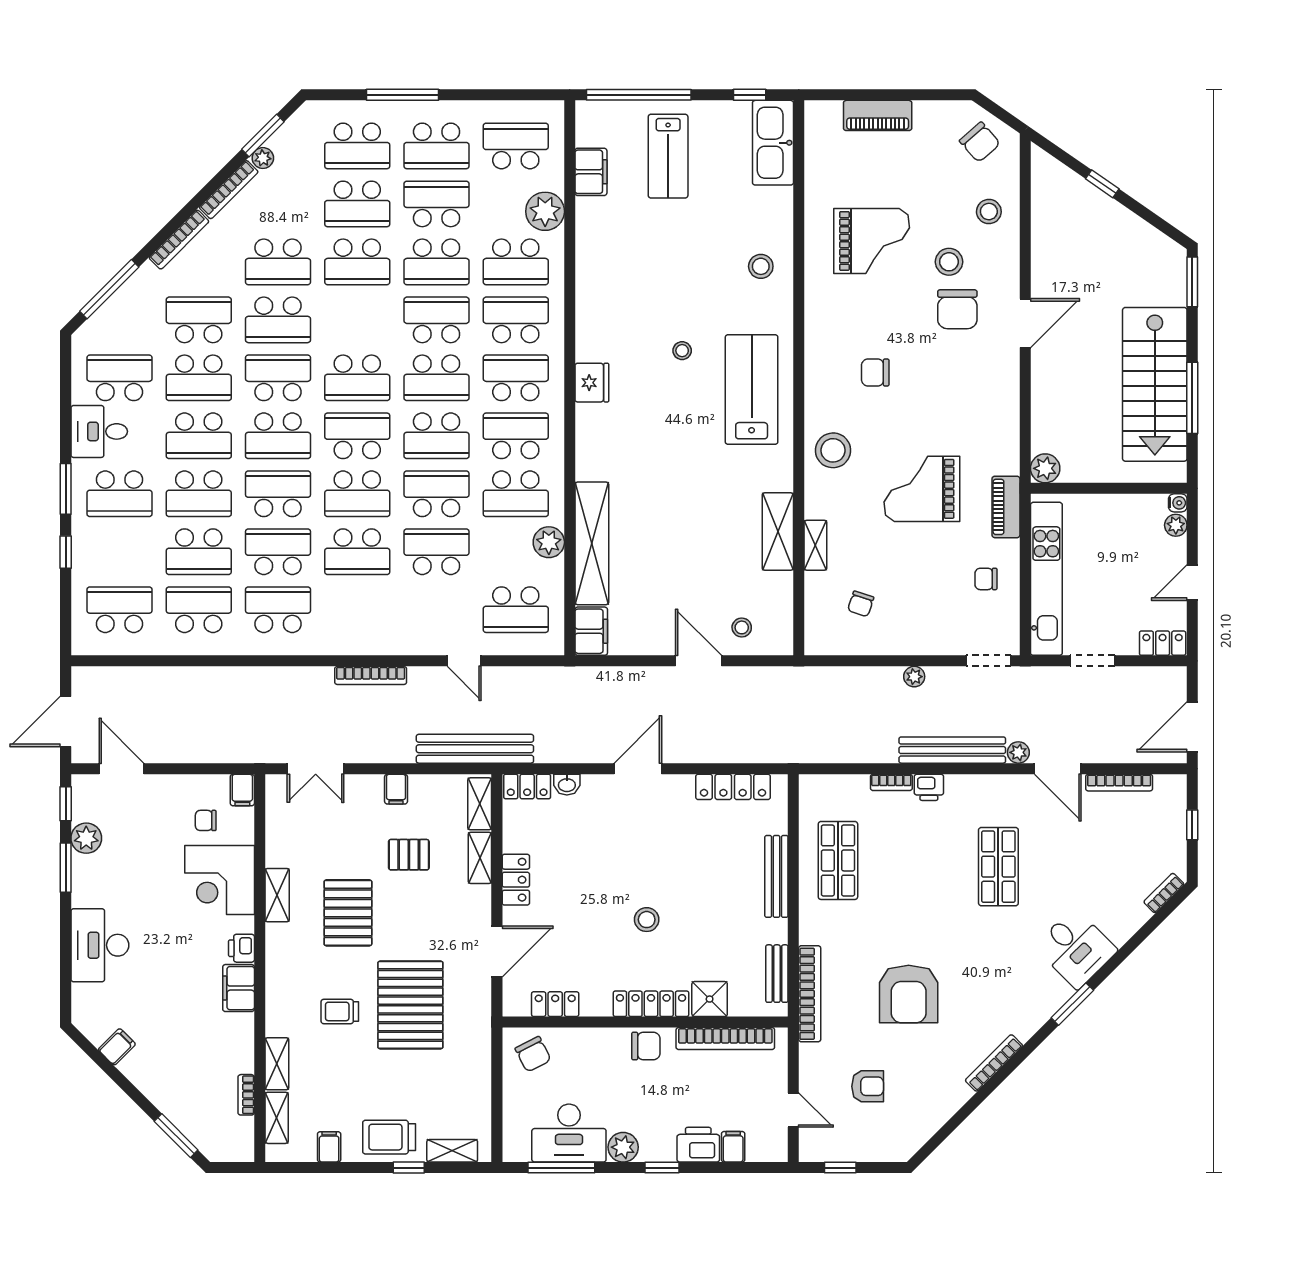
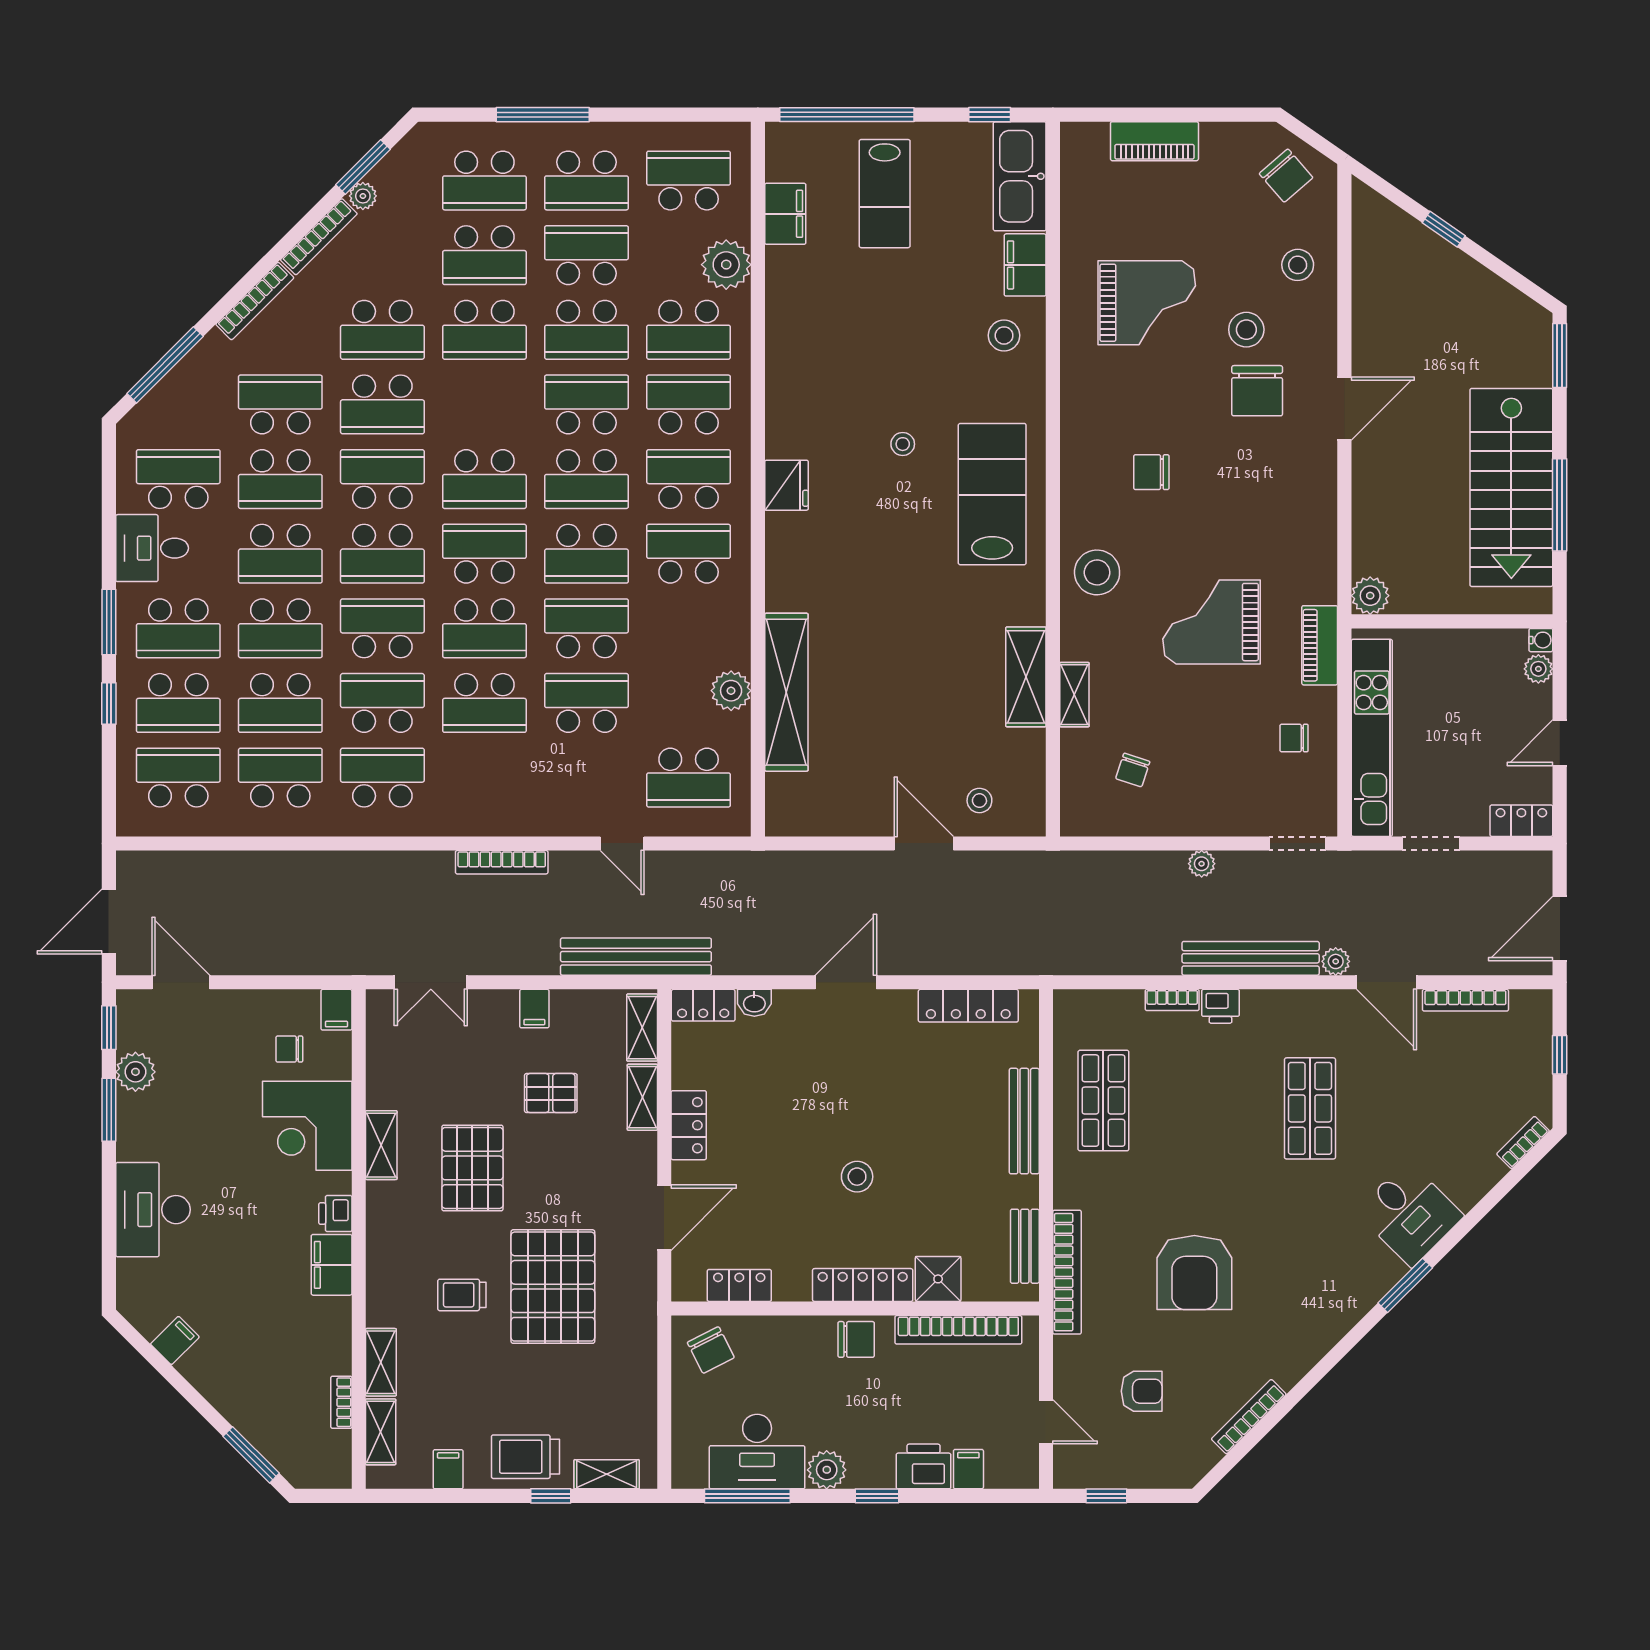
school desk: (516, 494) -> (178, 703), moved
filing cabinet: (591, 631) -> (1025, 265), moved, turned 180
bookcase: (994, 1063) -> (1249, 1417), moved

